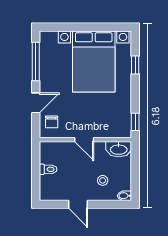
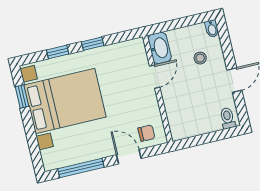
window: (106, 27) -> (22, 97), added
window: (135, 122) -> (93, 44), moved
door: (84, 140) -> (155, 77), moved
toilet: (48, 169) -> (228, 118), moved

